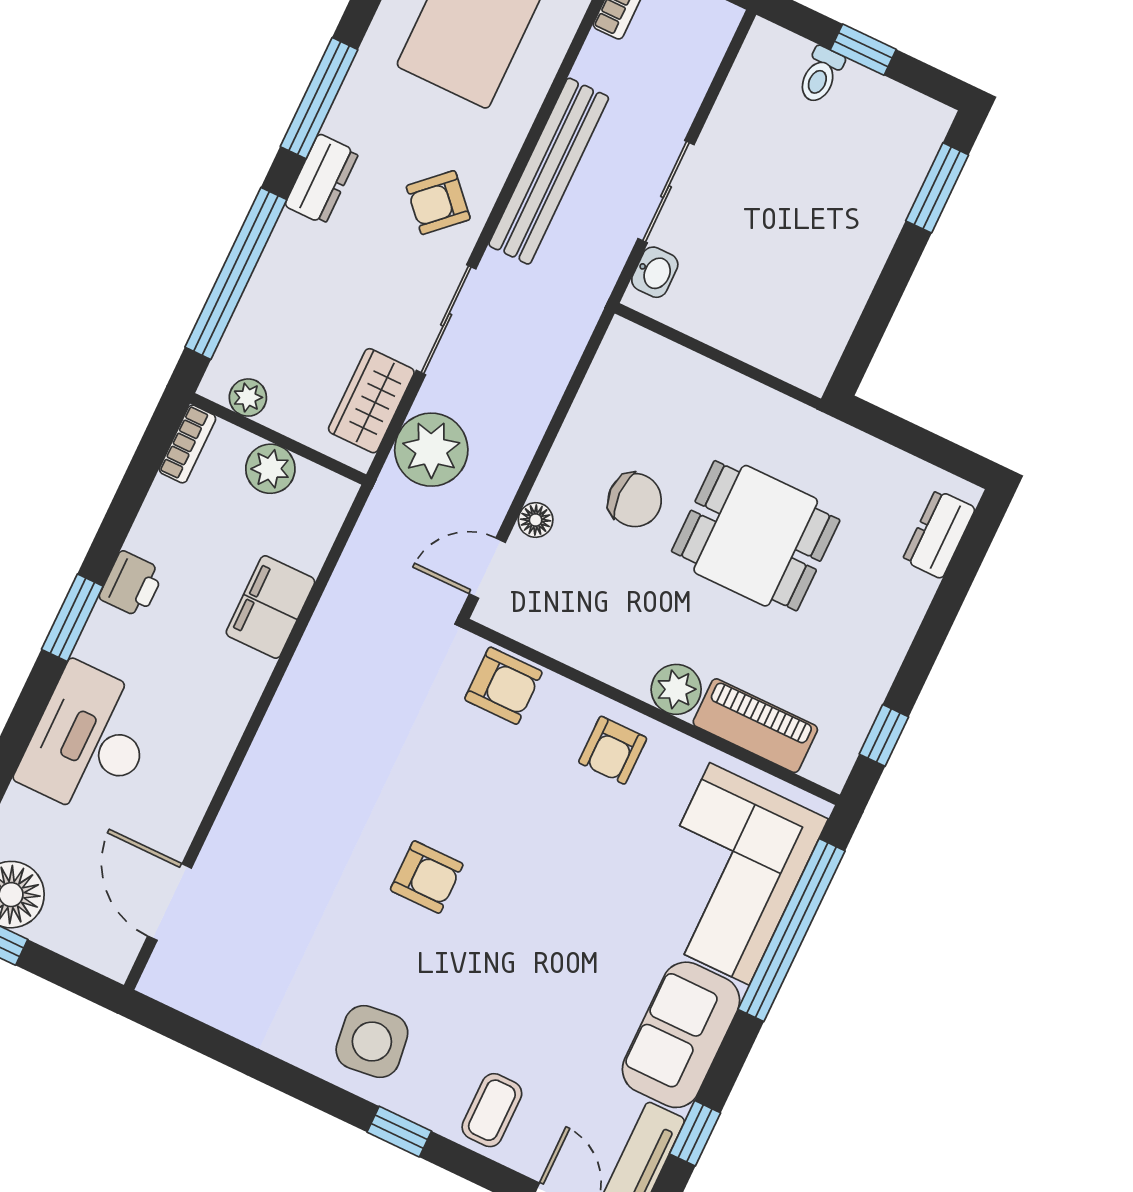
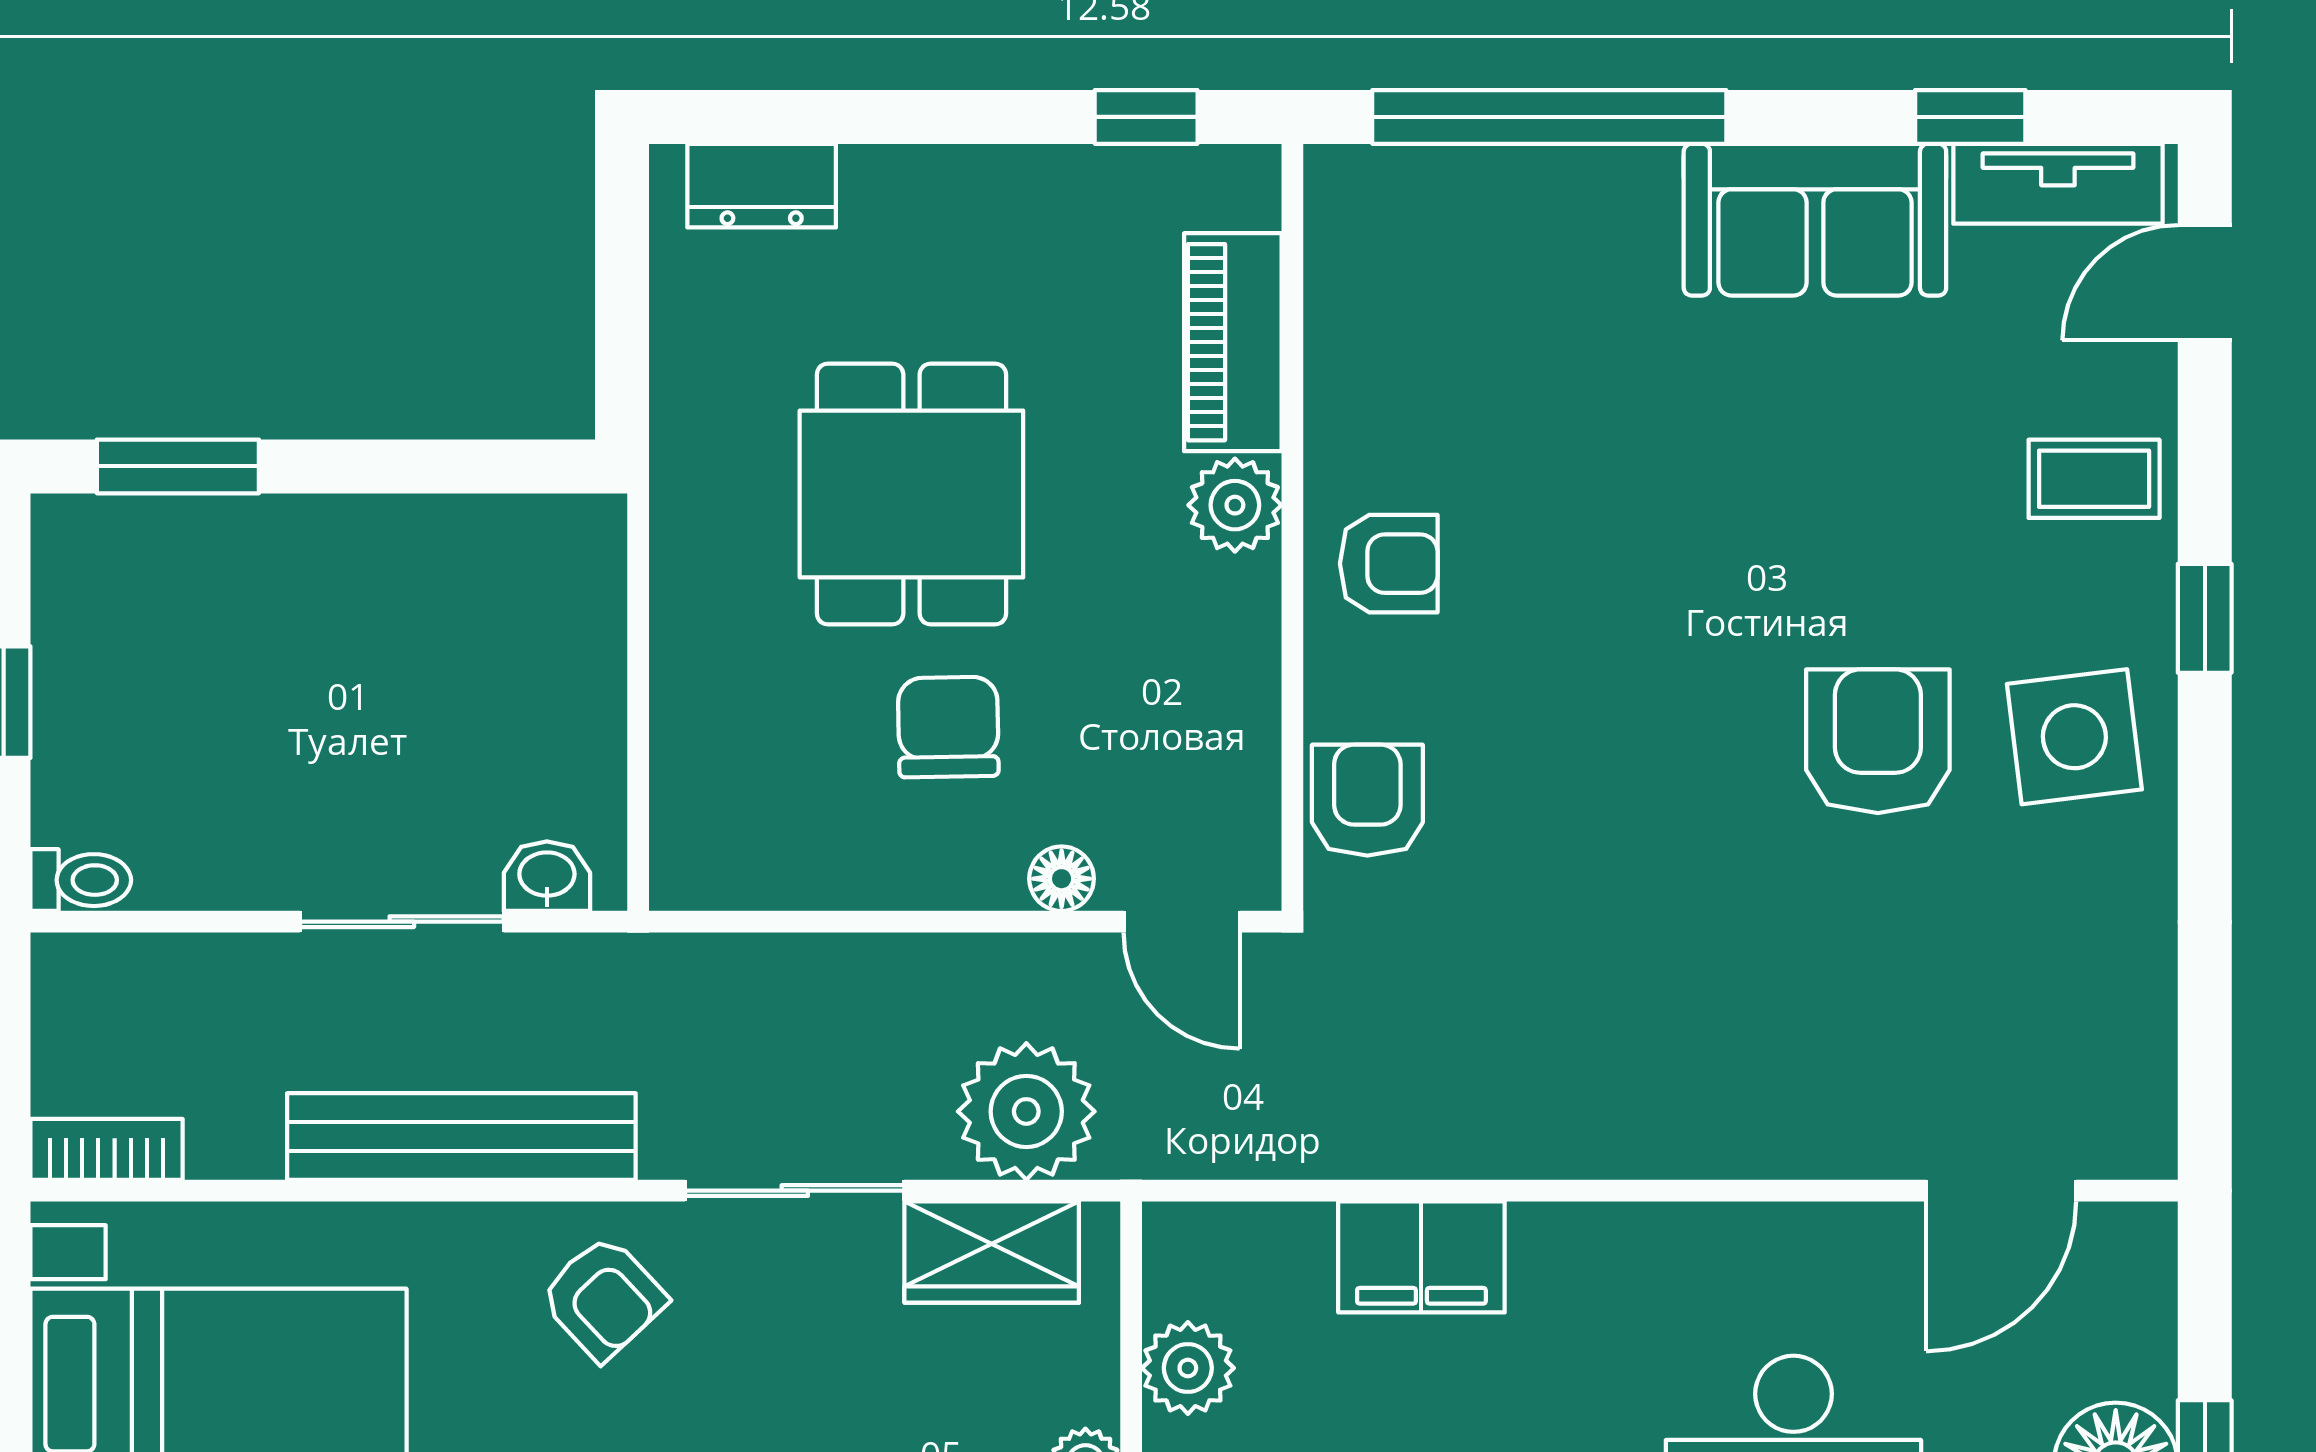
toilet: (821, 75) -> (81, 880), moved
corner sofa: (729, 874) -> (1504, 267), removed
armchair: (427, 877) -> (1878, 741), moved, width x1.38, depth x1.38

